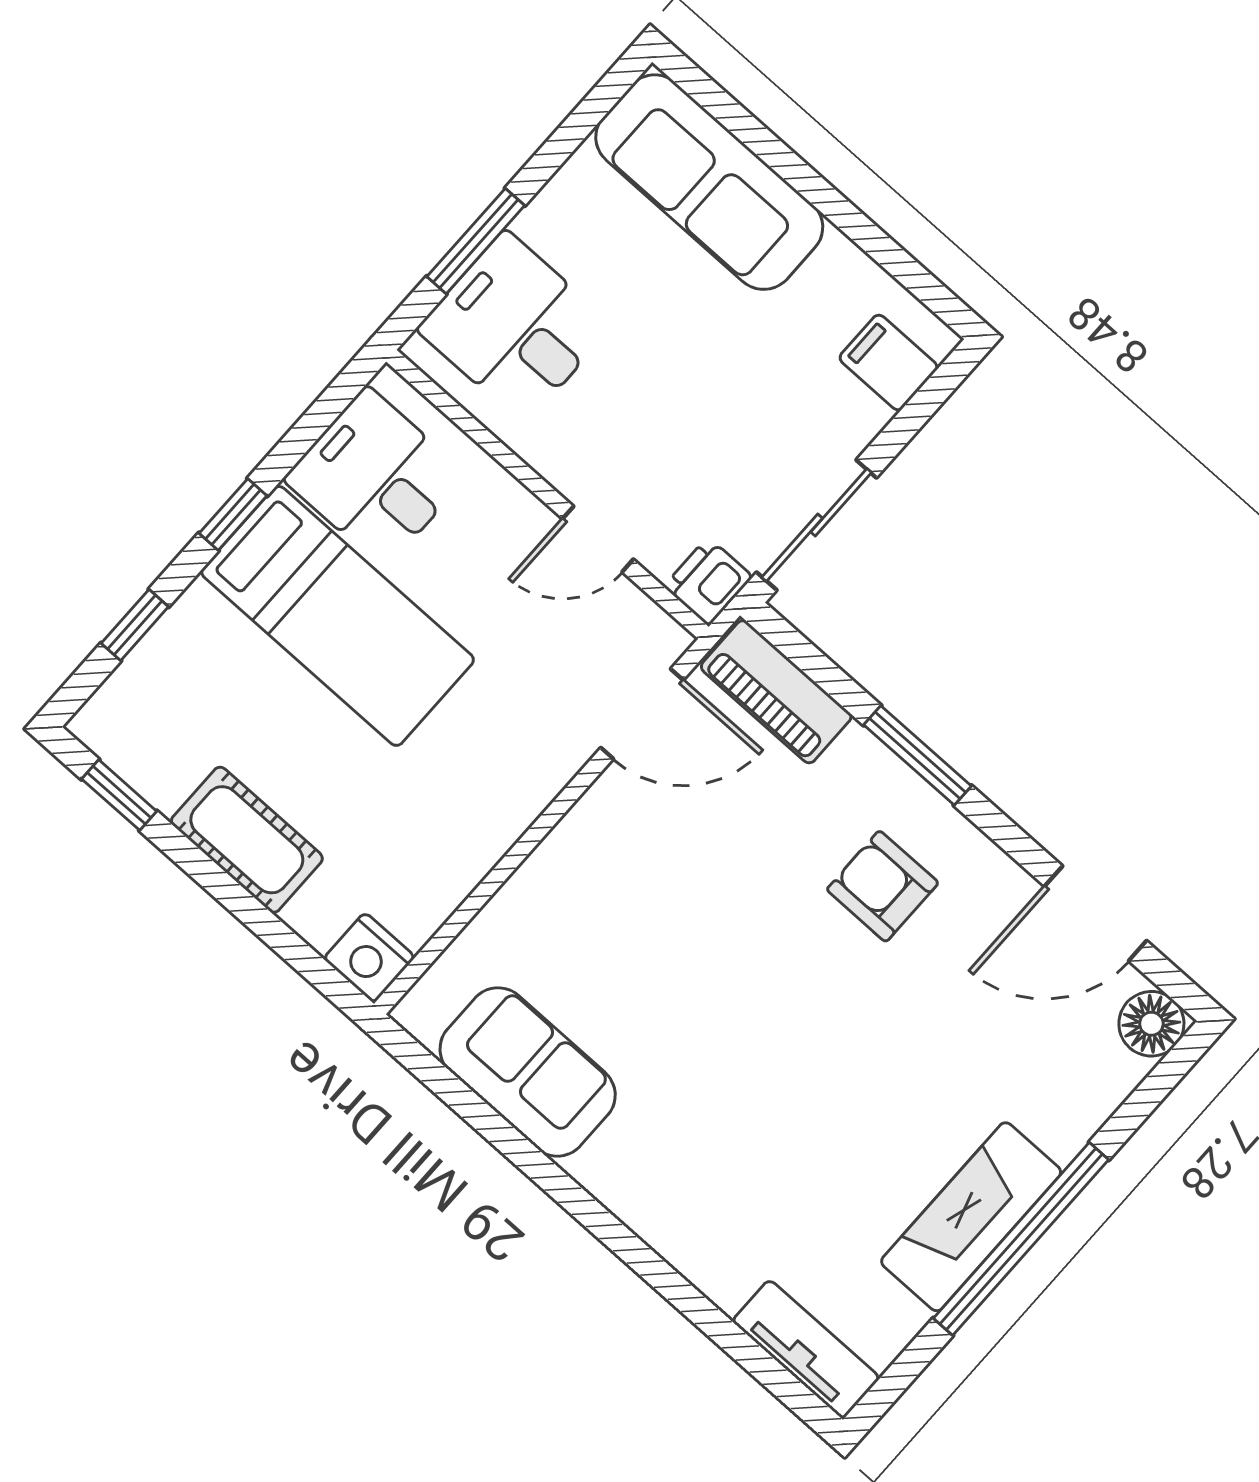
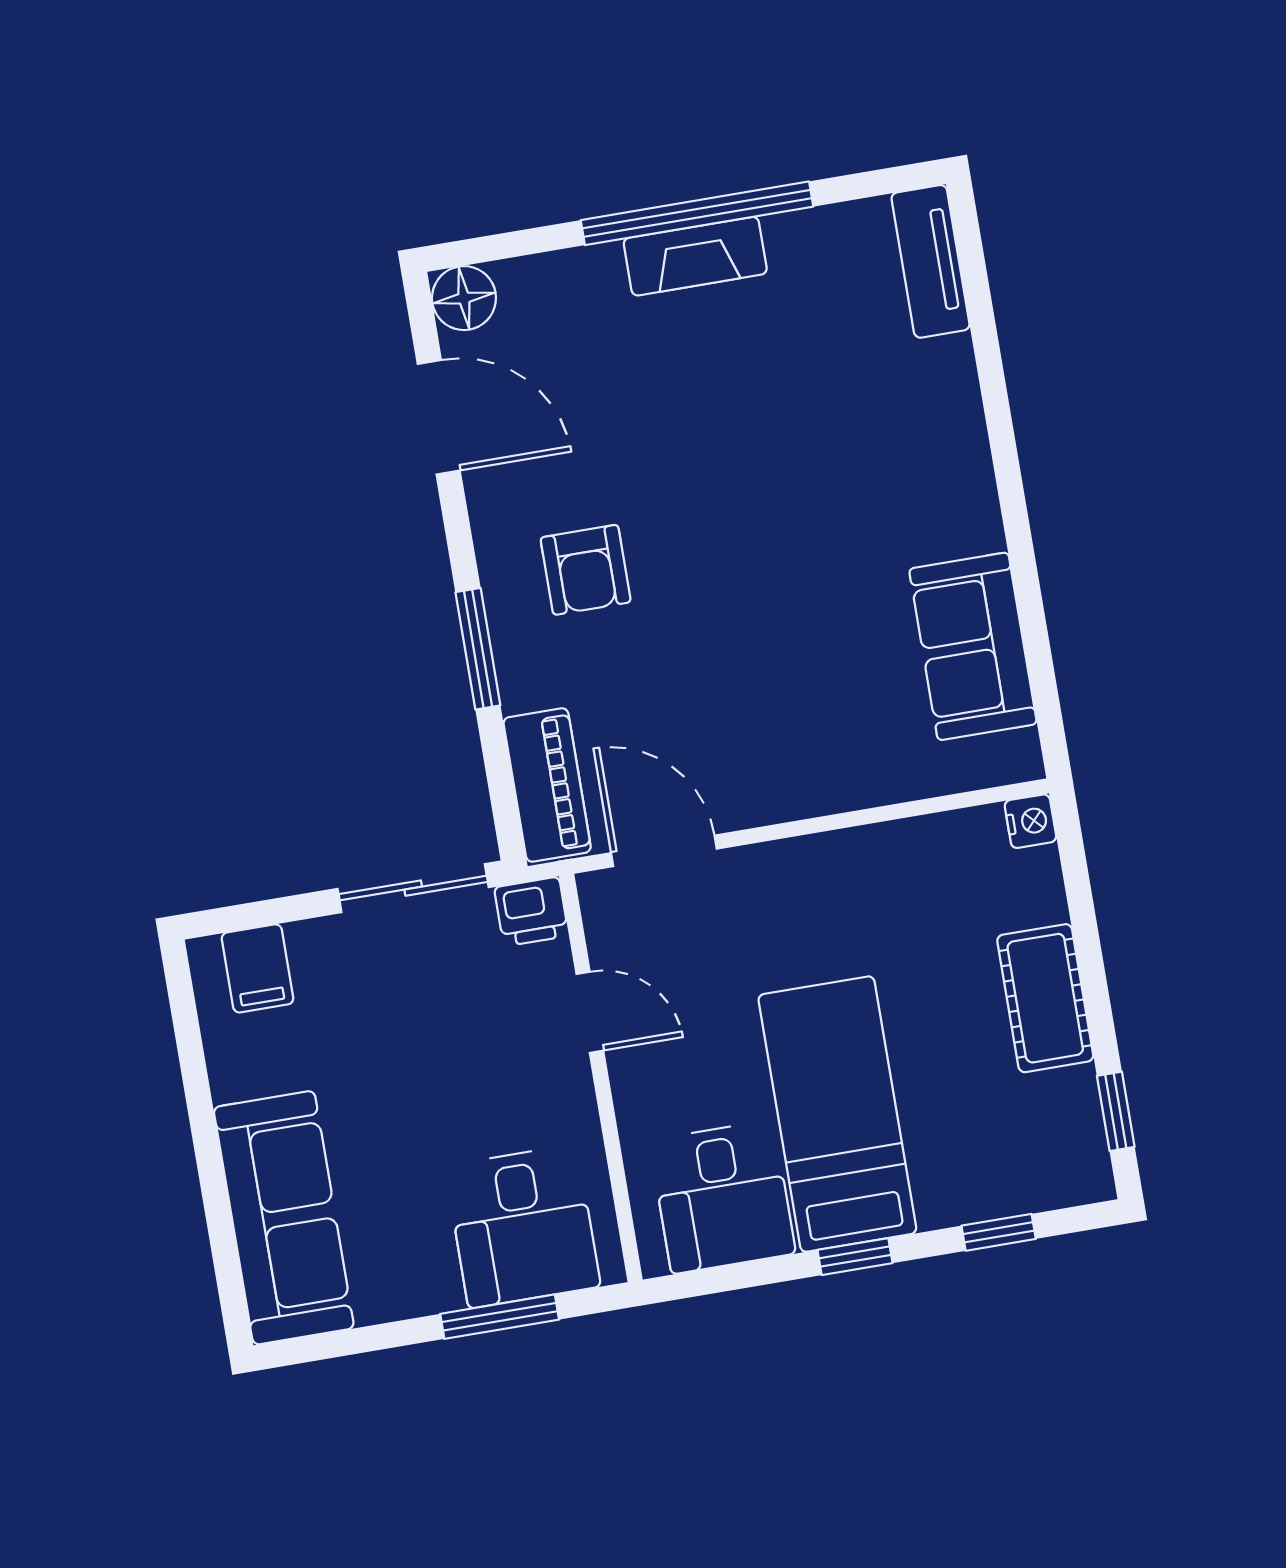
nightstand: (369, 958) -> (1030, 821), width x0.72, depth x0.74
fireplace: (971, 1217) -> (695, 256), width x0.73, depth x0.76

